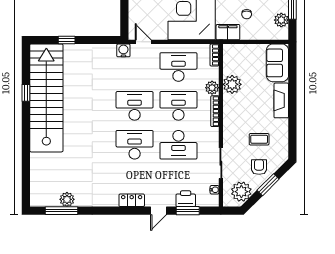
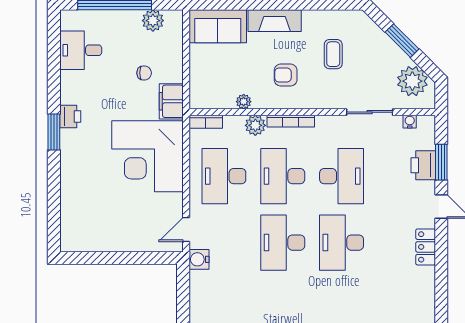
plant: (232, 84) -> (244, 102), width x0.53, depth x0.53
armchair: (259, 167) -> (286, 75), moved

